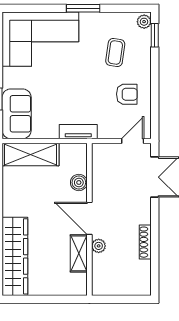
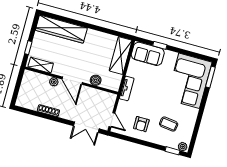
window: (83, 8) -> (210, 77), moved
door: (89, 218) -> (72, 81), swing flipped
shelving: (79, 253) -> (41, 65), moved
window: (57, 299) -> (28, 48), added

